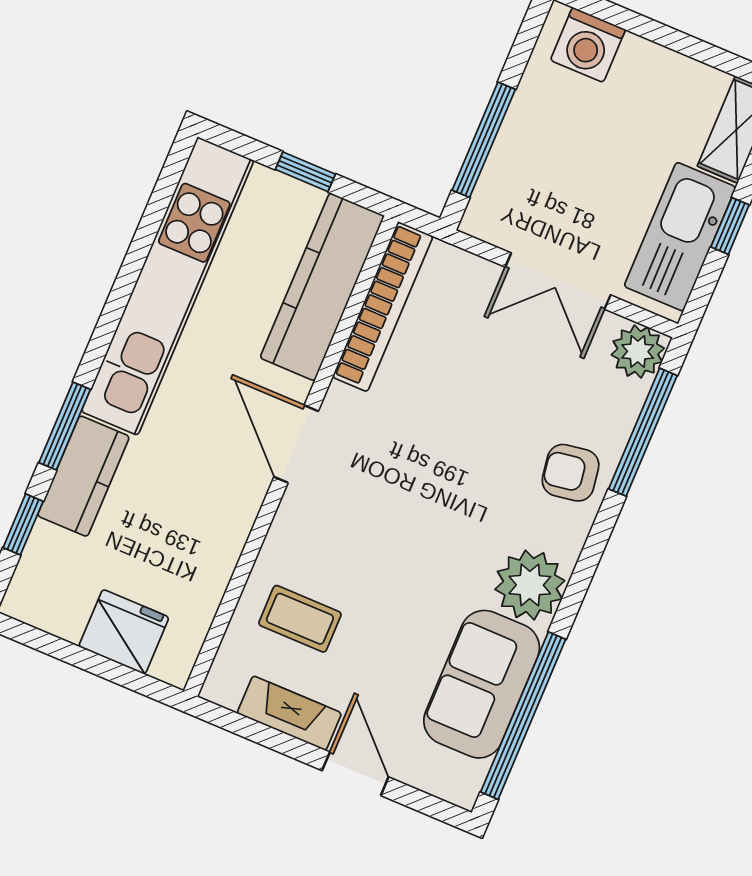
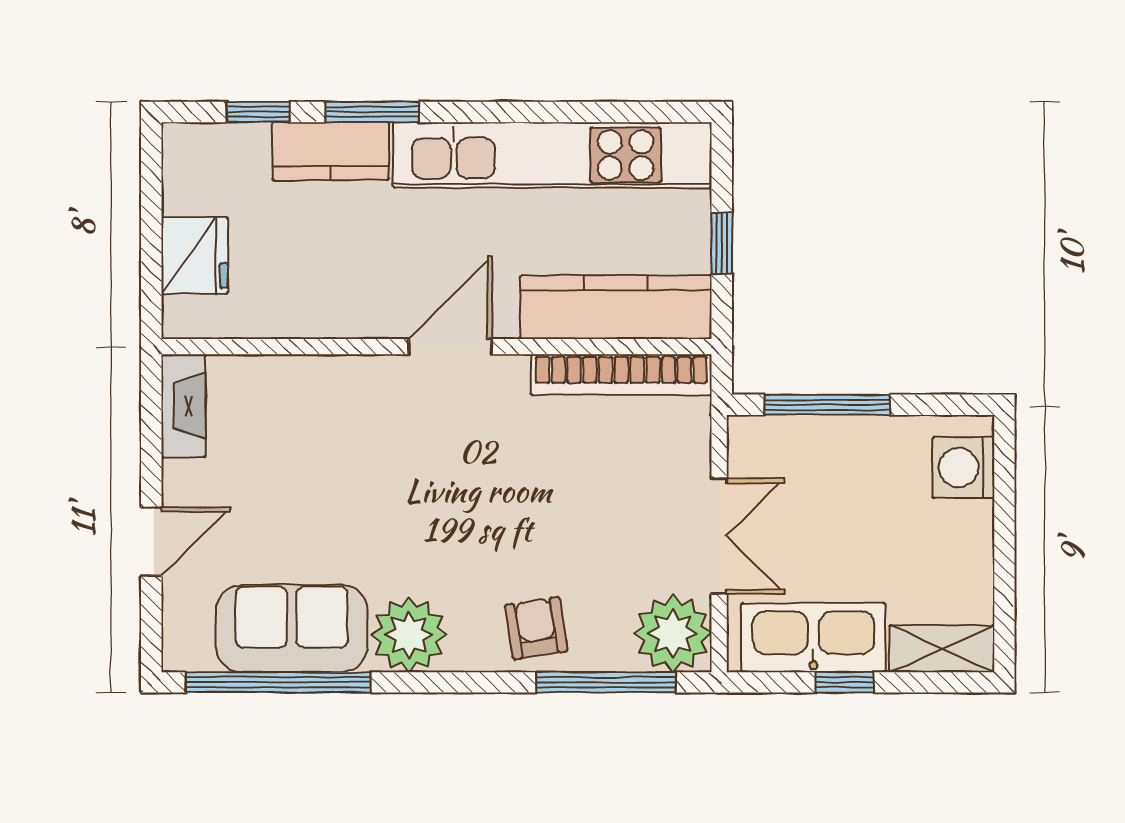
double door: (558, 281) -> (719, 536), swing flipped
plant: (638, 351) -> (673, 633), width x1.36, depth x1.36
coffee table: (300, 619) -> (281, 423), removed
fireplace: (289, 713) -> (183, 406), moved

